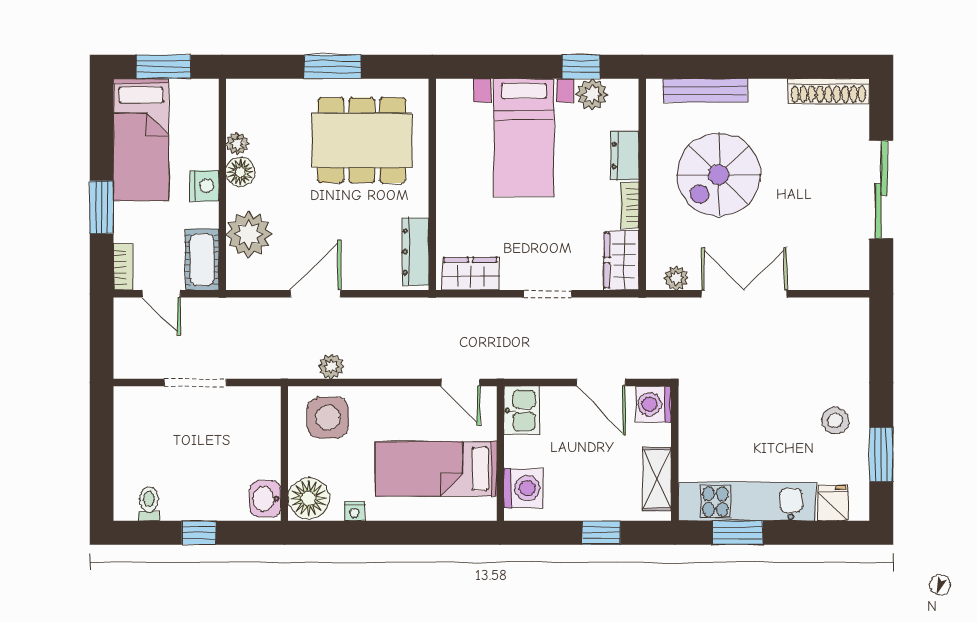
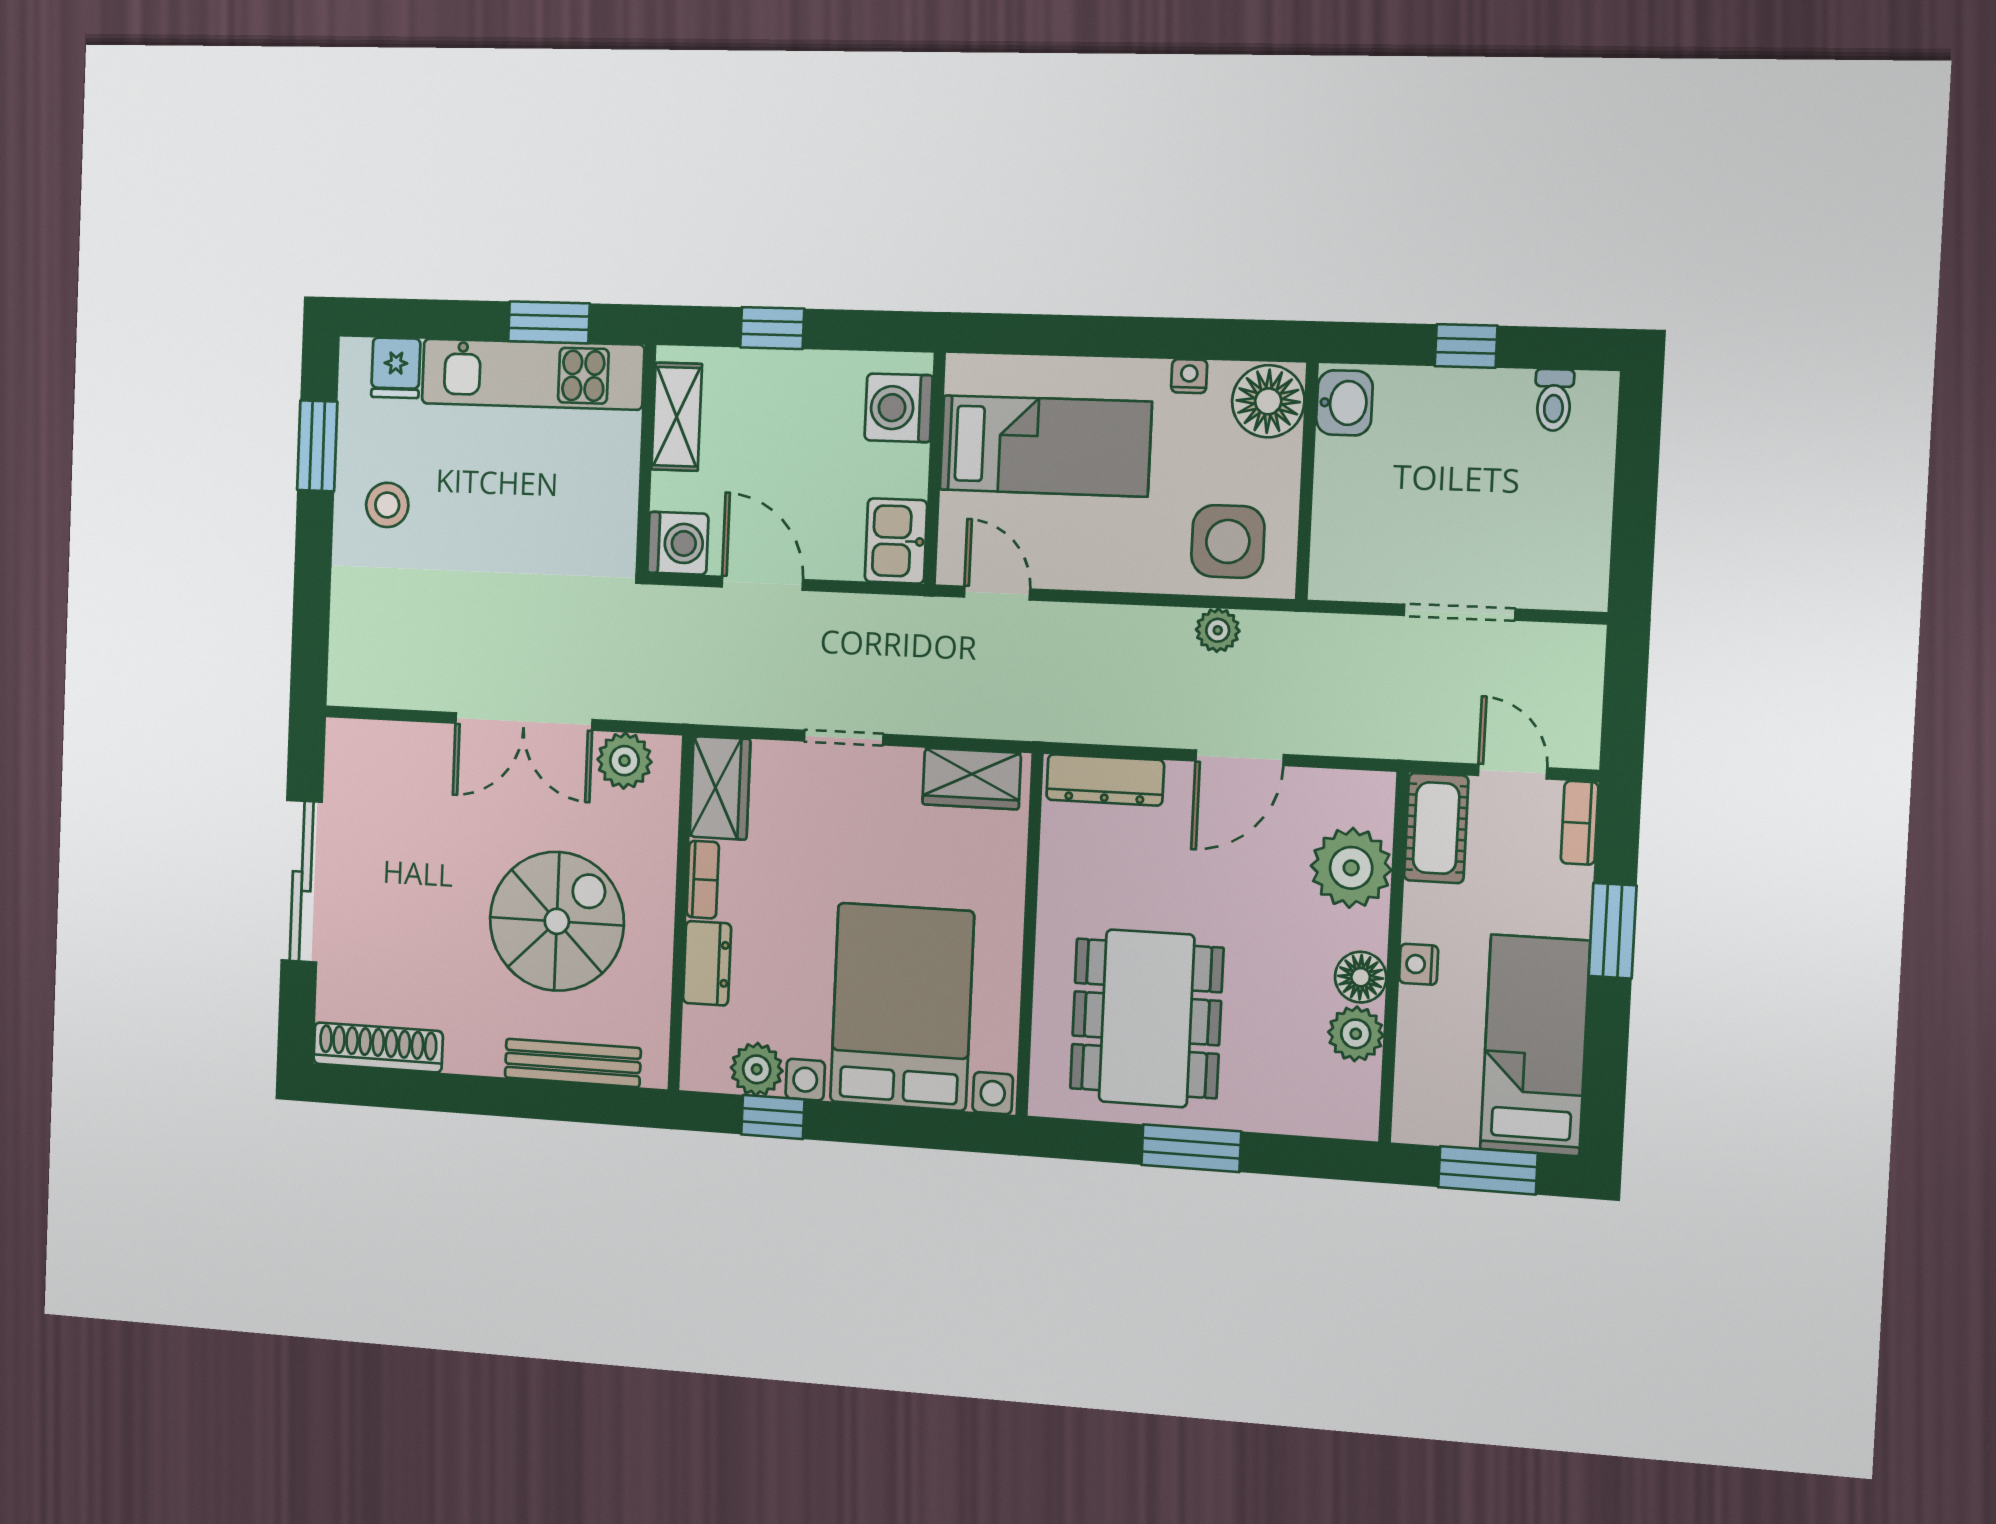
bed with nightstands: (524, 137) -> (902, 1007), width x1.36
dining table: (362, 140) -> (1147, 1018), turned 90
plant: (237, 144) -> (1356, 1034), width x1.38, depth x1.38
nightstand: (204, 186) -> (1419, 964), width x0.72, depth x0.74
dresser: (416, 252) -> (1105, 780), moved, turned 90
plant: (676, 278) -> (625, 761), width x1.38, depth x1.38

